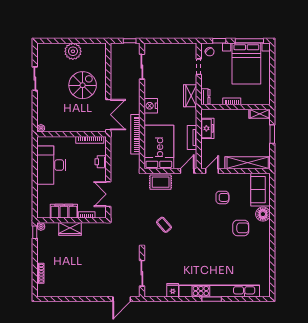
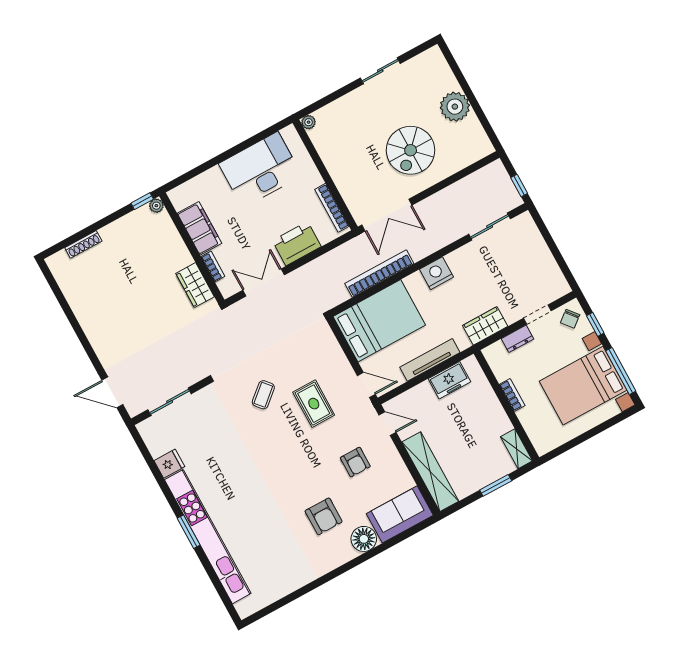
spiral stairs: (83, 85) -> (411, 150), turned 90
dresser: (205, 97) -> (517, 339), moved
tv unit: (192, 138) -> (430, 360), width x1.41
printer: (101, 162) -> (297, 244), width x1.87, depth x1.48
rug: (161, 182) -> (314, 404), moved
wardrobe: (70, 229) -> (195, 285), moved

